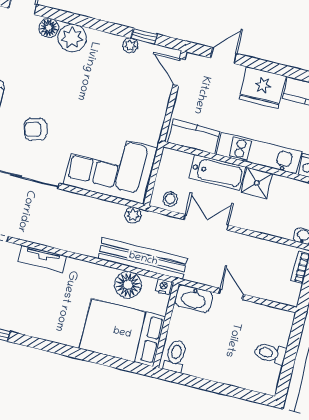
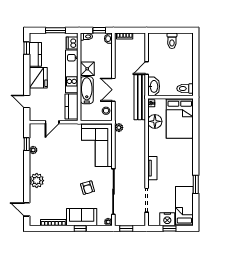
floor lamp: (49, 28) -> (34, 194), removed
door: (179, 72) -> (52, 122), moved
bench: (143, 259) -> (140, 97), moved

